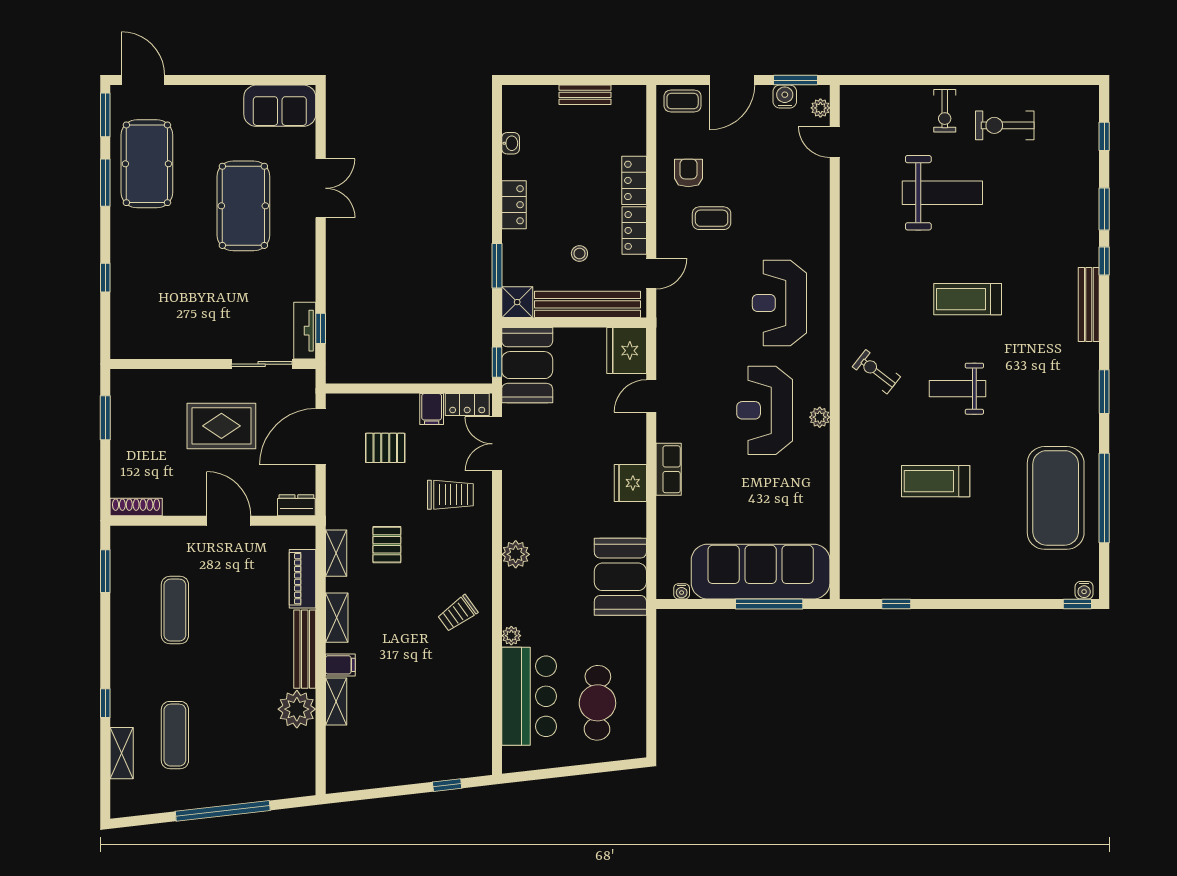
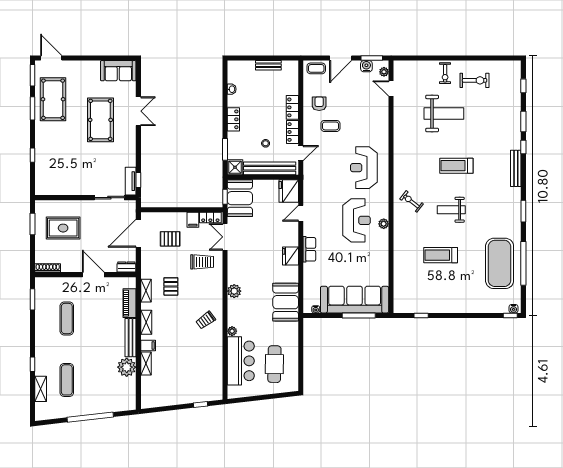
exercise bike: (1005, 125) -> (475, 80), turned 180
reception desk: (765, 410) -> (357, 220), turned 180
rug: (221, 426) -> (63, 228), moved

